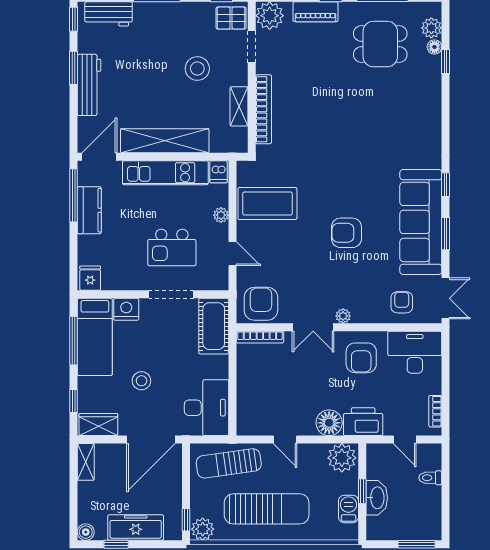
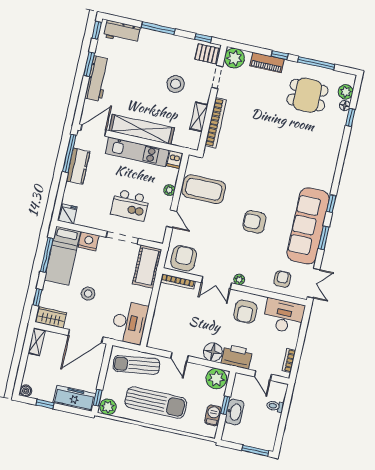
freezer: (136, 527) -> (74, 398), moved

